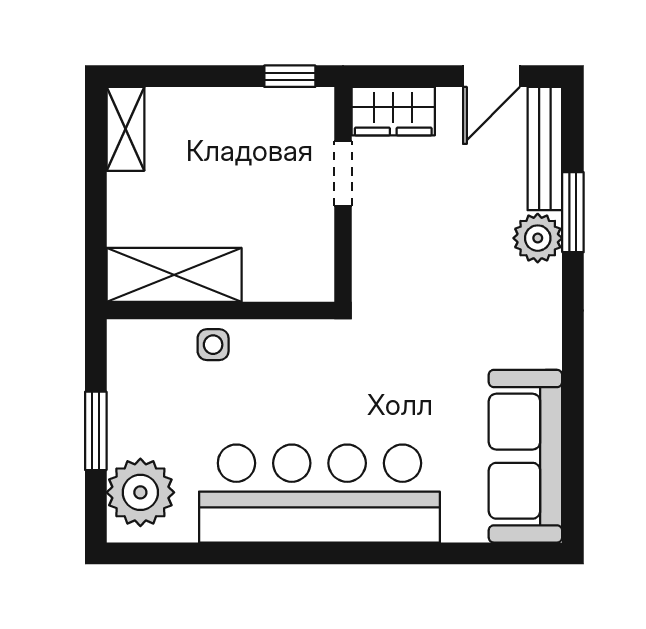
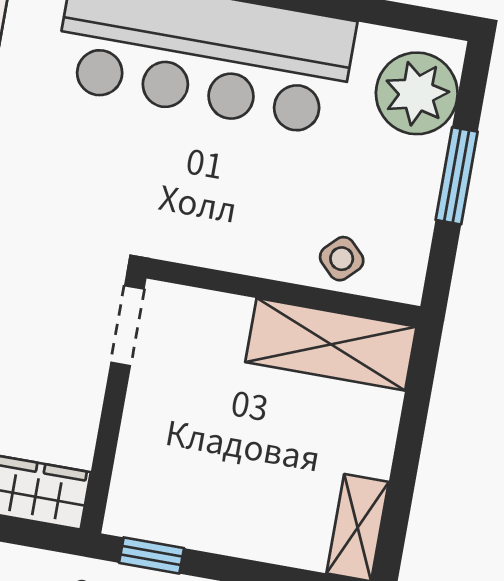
doorway: (343, 174) -> (128, 326), moved
side table: (213, 345) -> (342, 259), moved, turned 45

